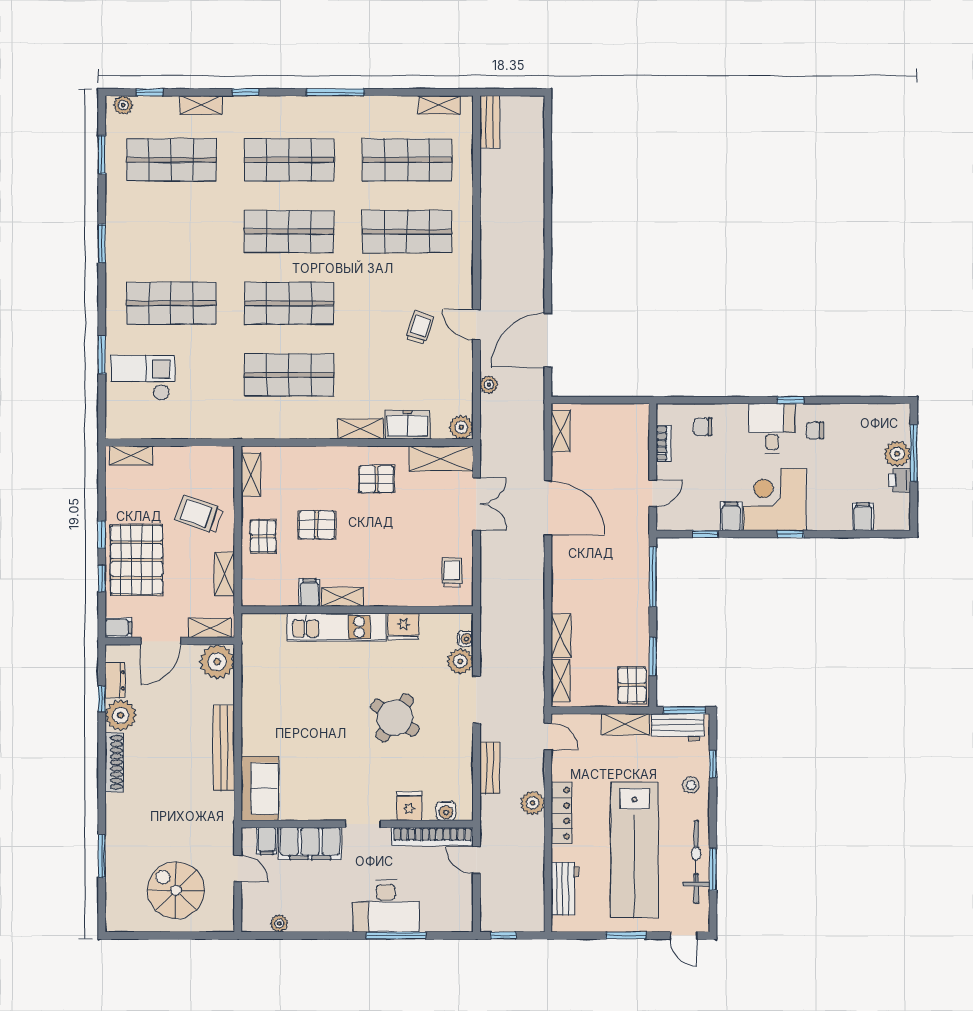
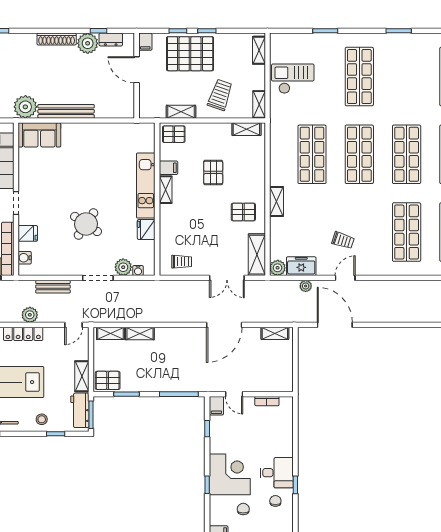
checkout: (143, 378) -> (293, 79), moved, turned -90
freezer: (408, 425) -> (301, 266), moved, turned -90
chair: (703, 427) -> (243, 509), moved
pallet: (377, 479) -> (243, 212), turned 90
filing cabinet: (731, 516) -> (216, 406), moved, turned 90
pallet: (263, 536) -> (174, 134), moved
shelving: (210, 628) -> (259, 104), moved
plant: (217, 662) -> (25, 107), moved

